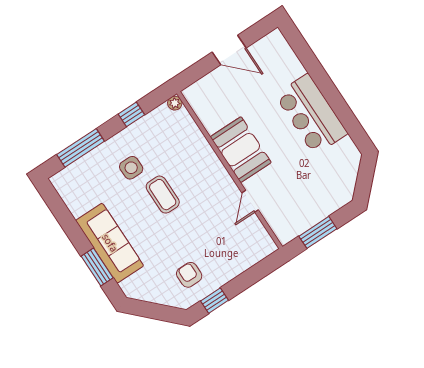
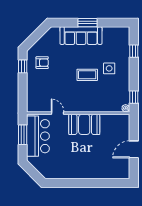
window: (131, 114) -> (134, 97), moved
bar counter: (311, 114) -> (38, 136), moved, turned 90
window: (81, 148) -> (134, 51), width x0.46
window: (97, 267) -> (87, 23), moved

